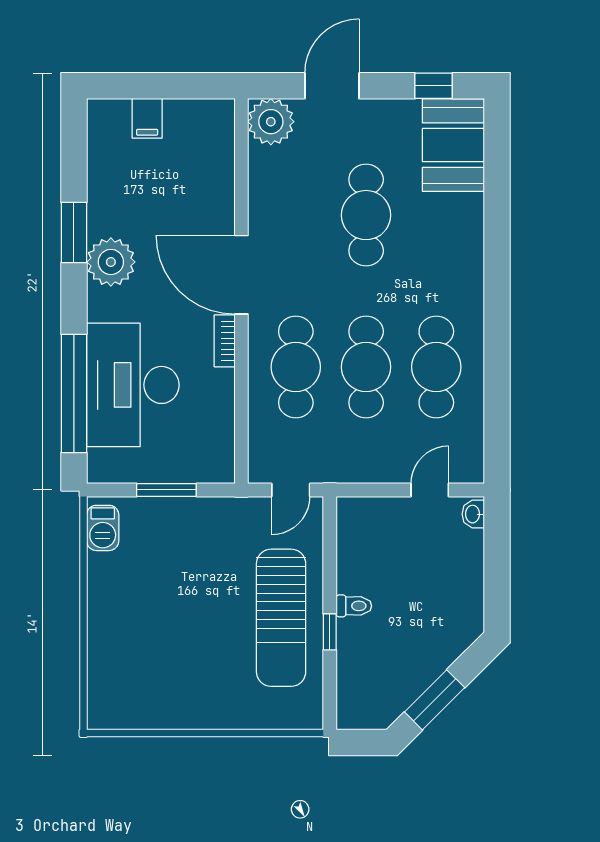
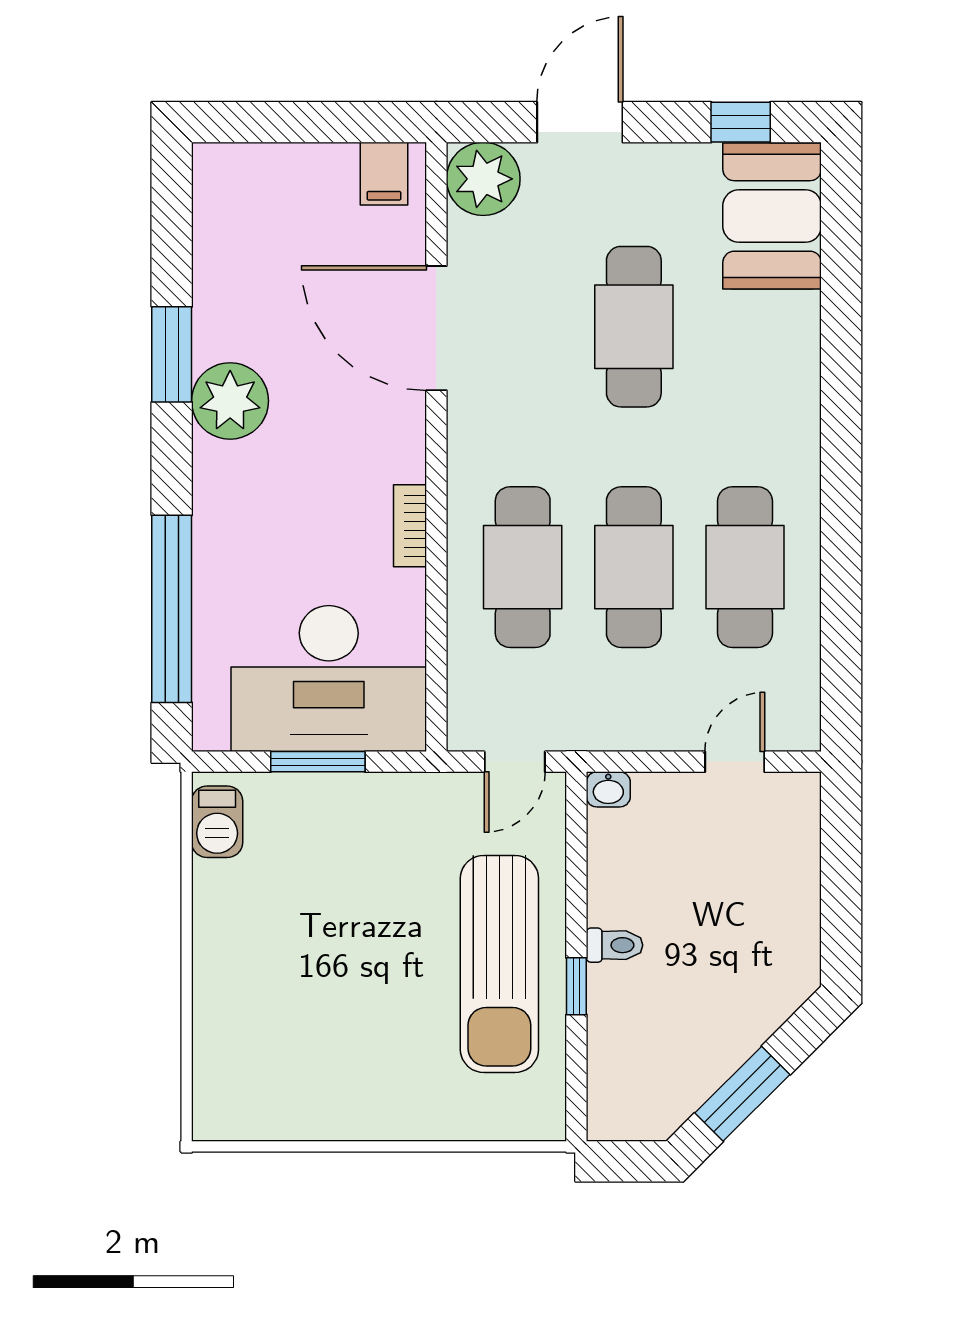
filing cabinet: (147, 118) -> (384, 174), moved
door: (241, 275) -> (436, 328), moved
desk: (133, 385) -> (329, 679), moved, turned -90
washbasin: (473, 514) -> (608, 789), moved, turned -90

